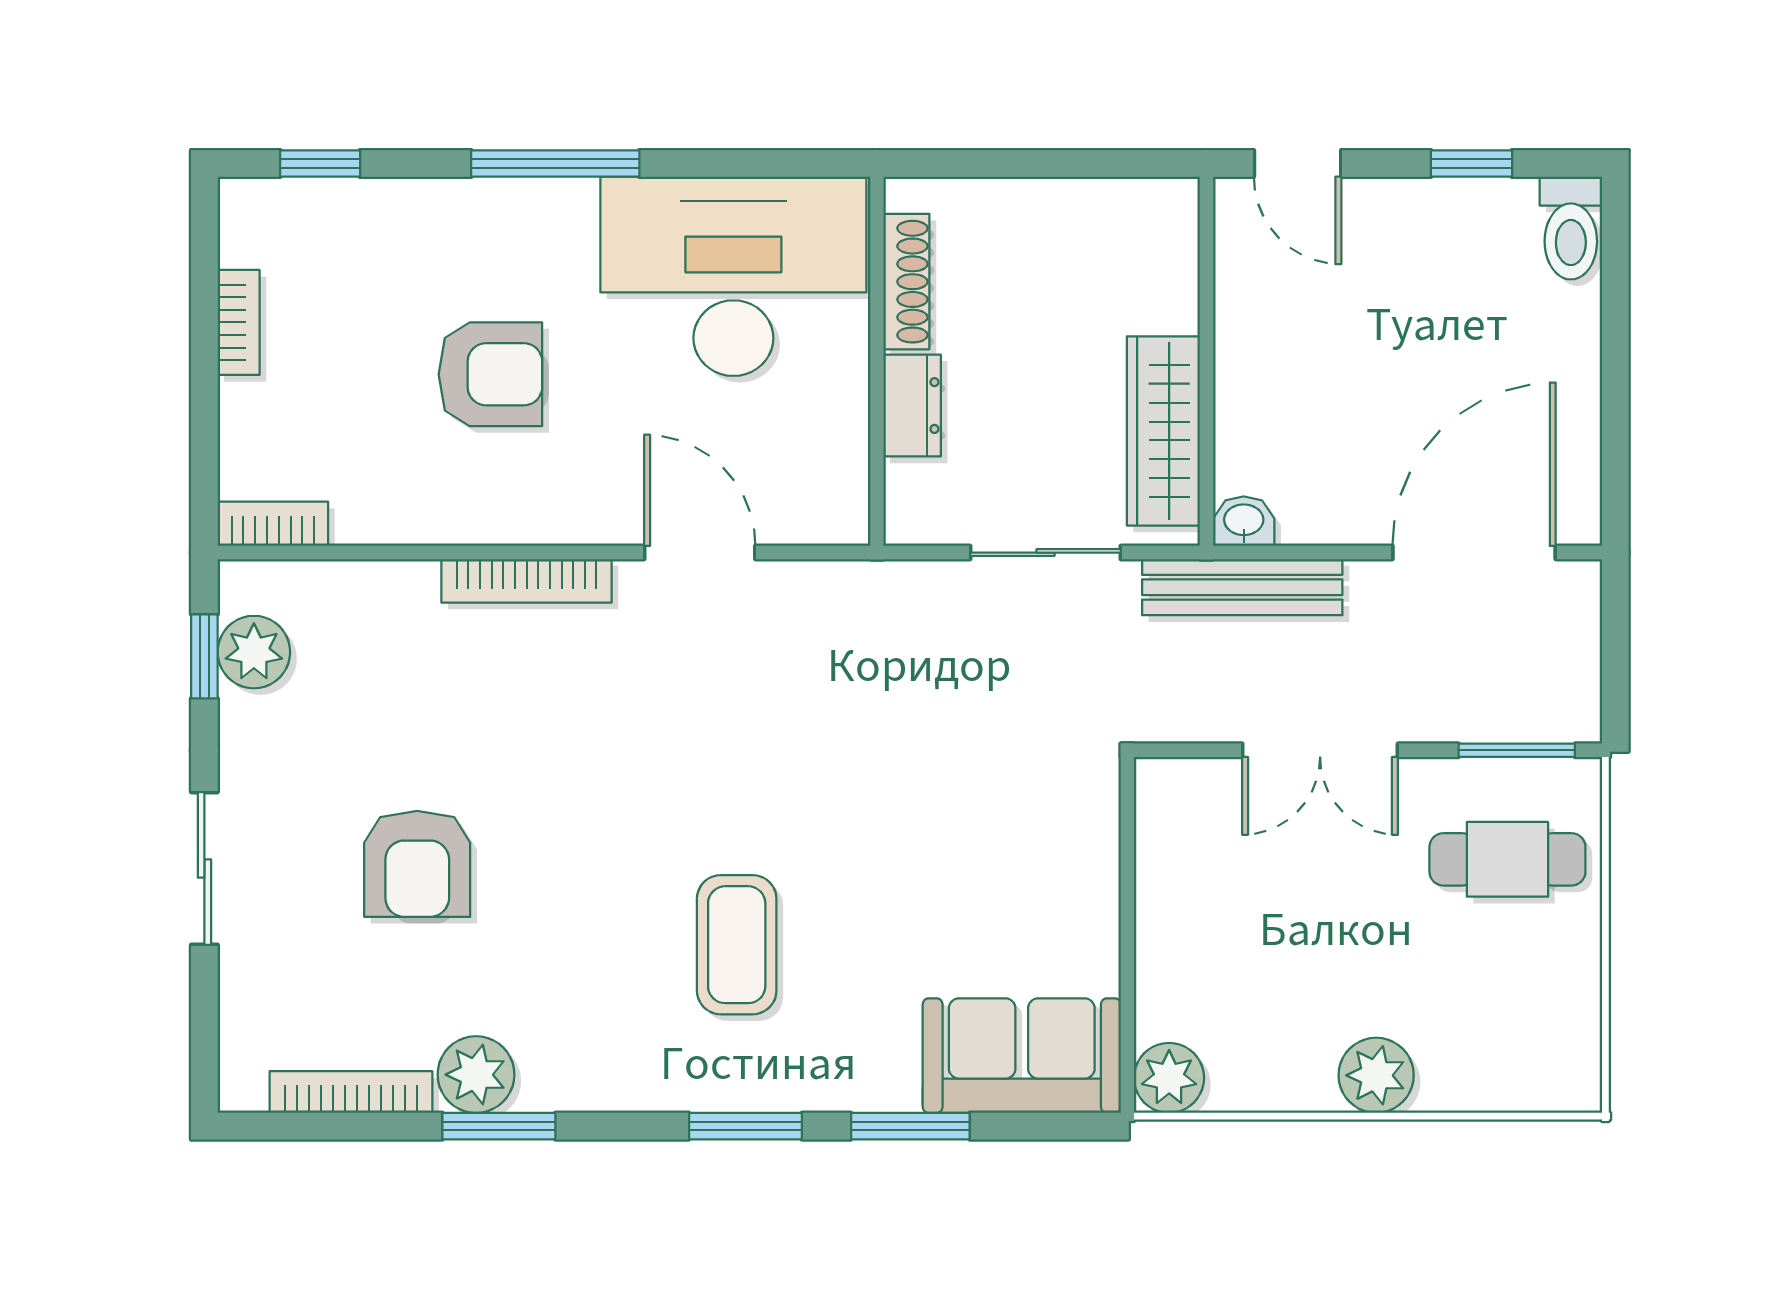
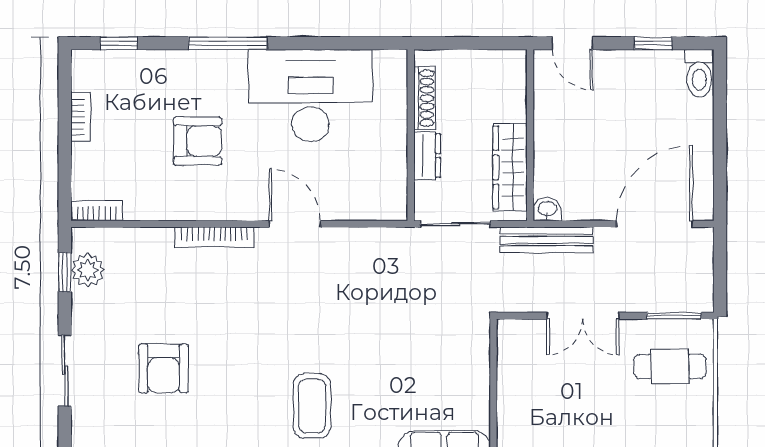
shoe rack: (906, 282) -> (424, 98), moved
wall: (877, 361) -> (411, 135), moved
dresser: (912, 406) -> (427, 156), moved

